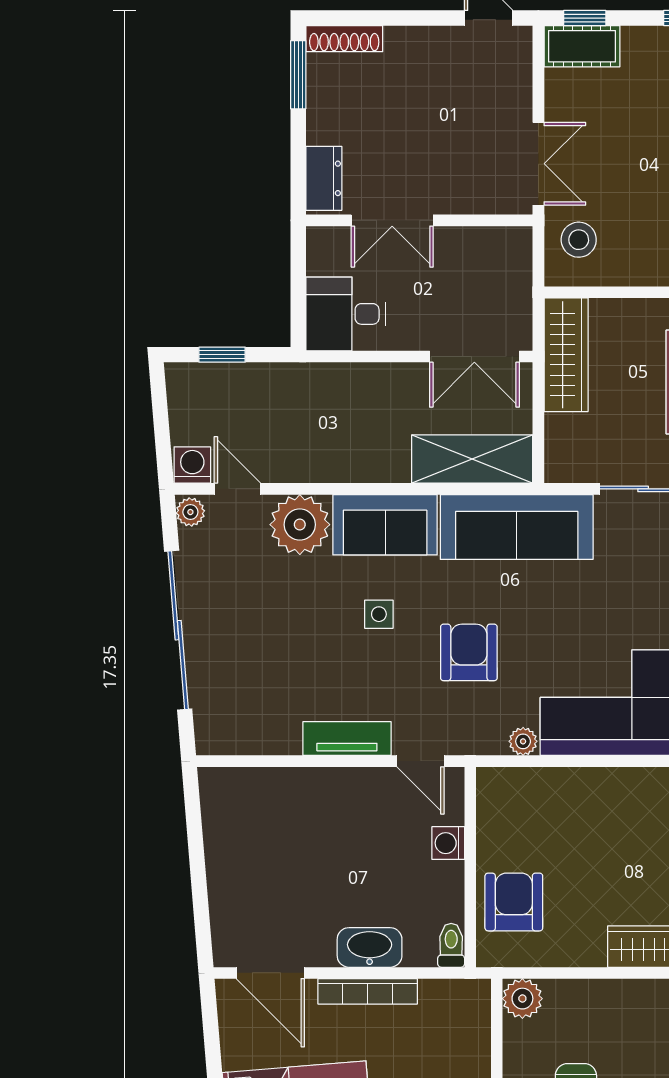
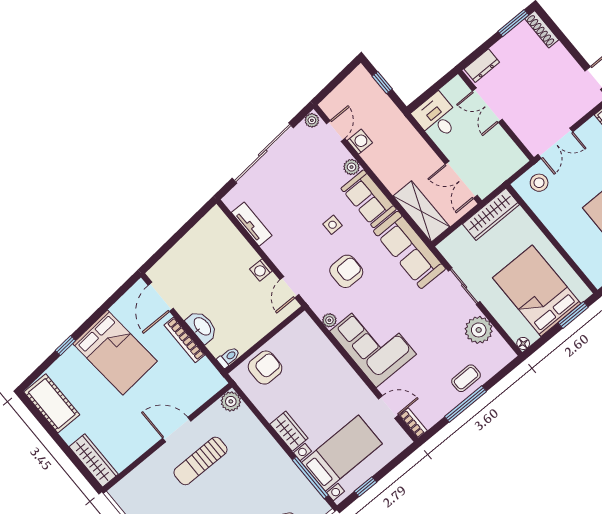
washing machine: (192, 465) -> (360, 142), moved
plant: (300, 525) -> (351, 167), width x0.53, depth x0.53
tv unit: (347, 739) -> (252, 224), moved
washing machine: (448, 843) -> (261, 270), moved, turned -90

